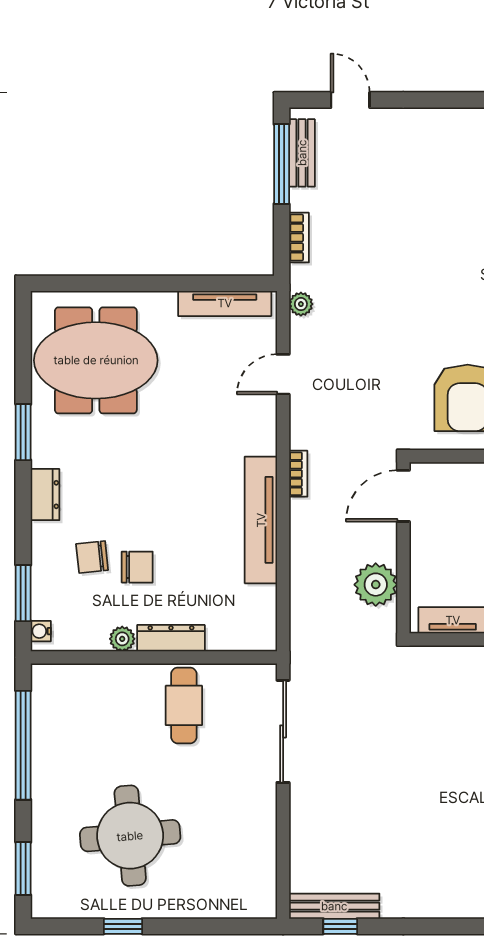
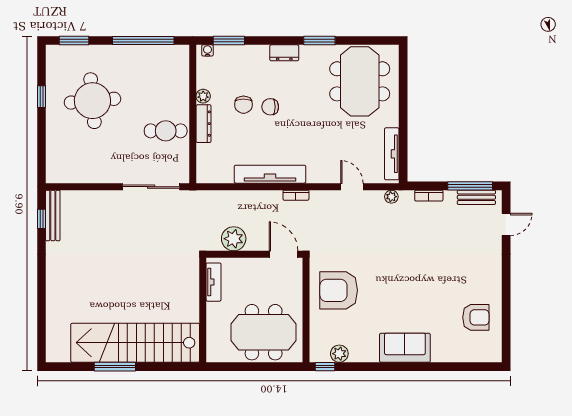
chair: (92, 557) -> (270, 107), moved, turned -84

